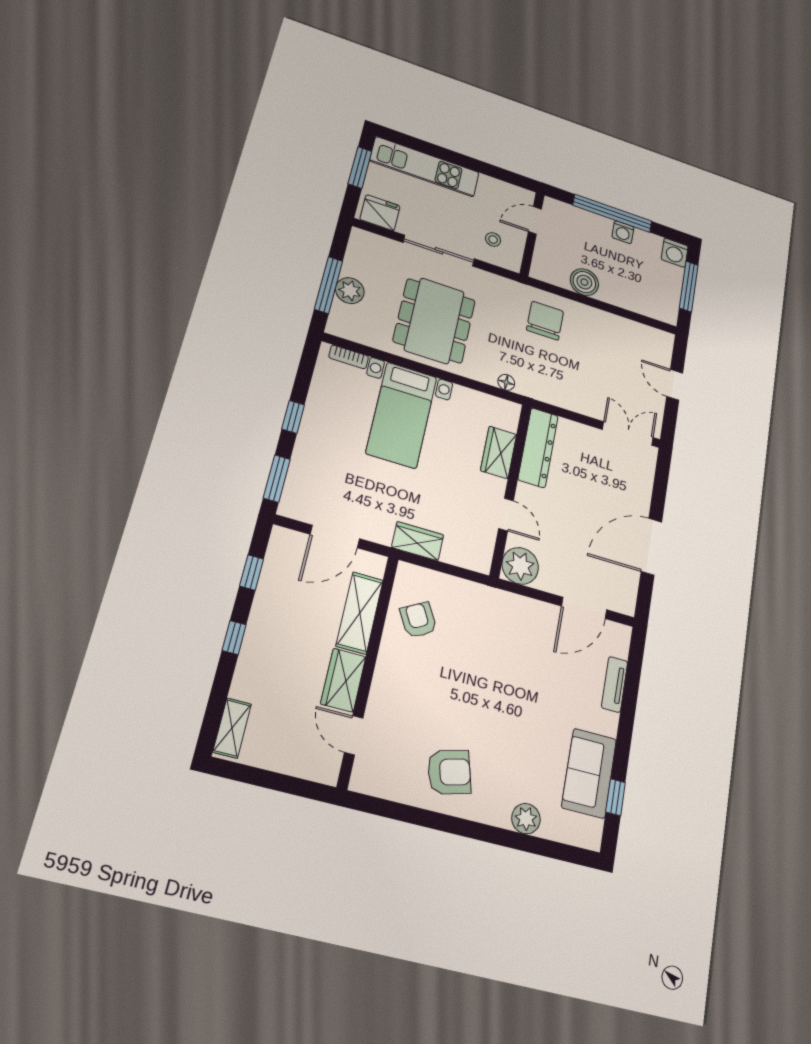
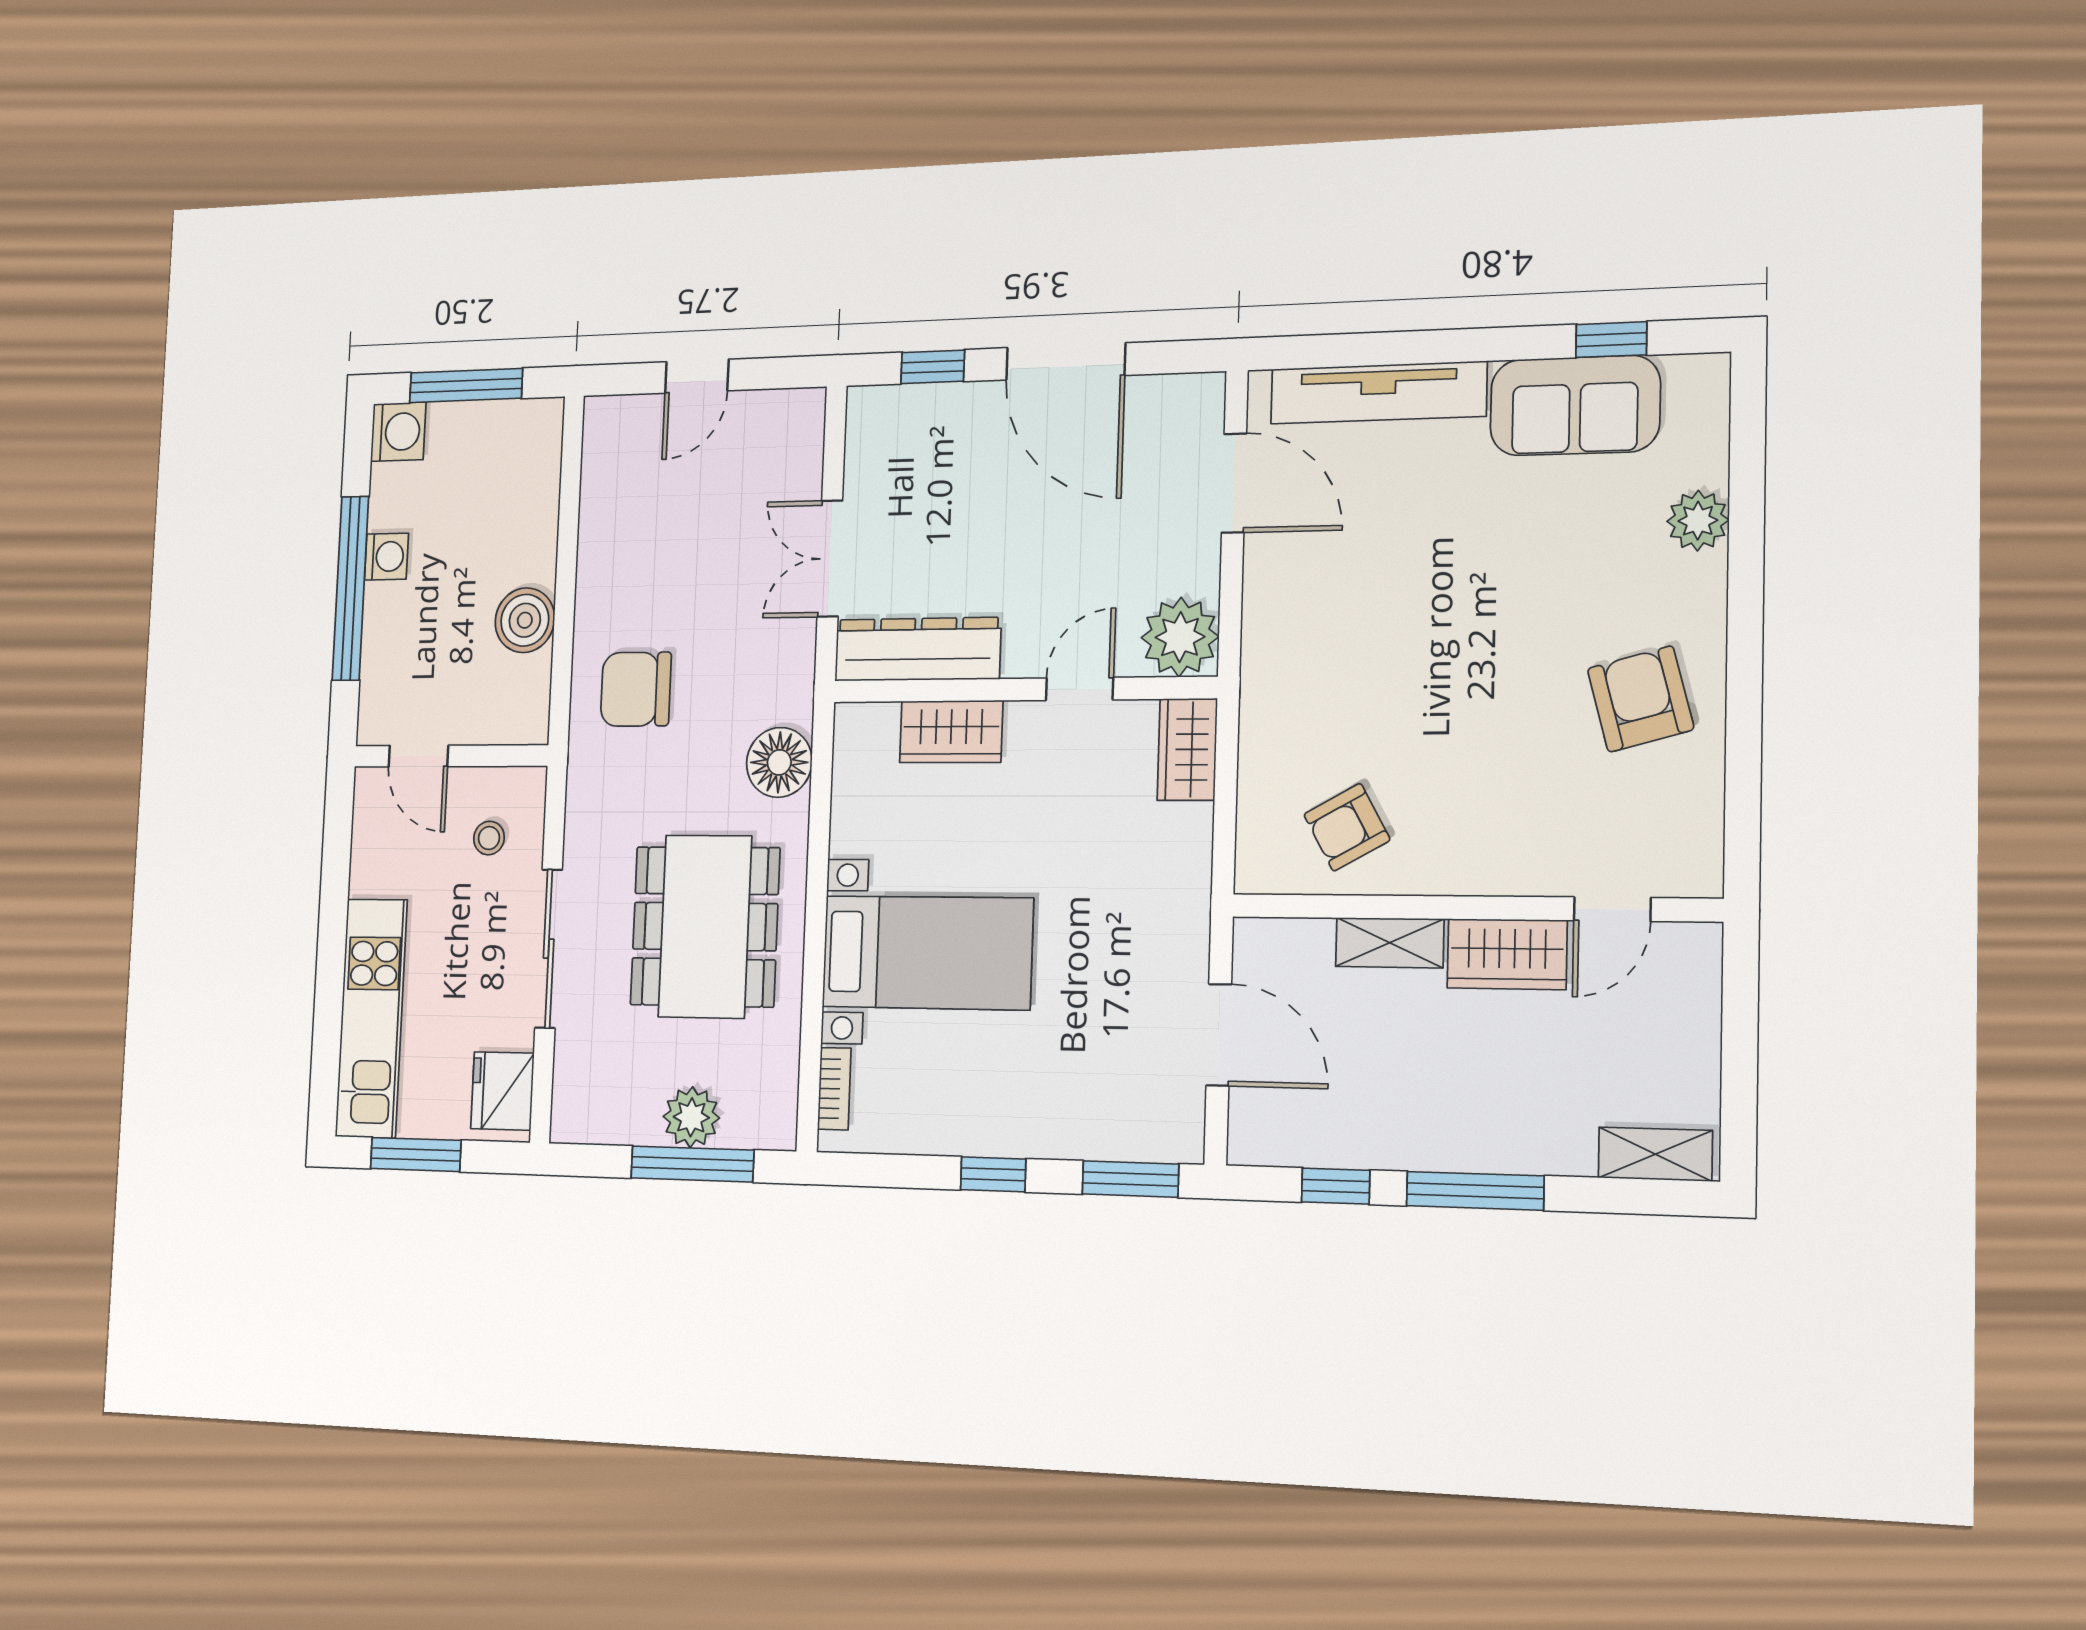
dining table: (434, 321) -> (705, 926), turned 90
floor lamp: (506, 382) -> (779, 762), width x1.89, depth x1.89
double door: (628, 434) -> (830, 559), moved
window: (660, 488) -> (933, 367), added
wardrobe: (418, 541) -> (1187, 749), moved
shelving: (360, 613) -> (1390, 943), width x0.67, depth x0.75
window: (234, 638) -> (1475, 1191), width x2.17
tv unit: (615, 684) -> (1378, 393), width x1.92, depth x1.29

